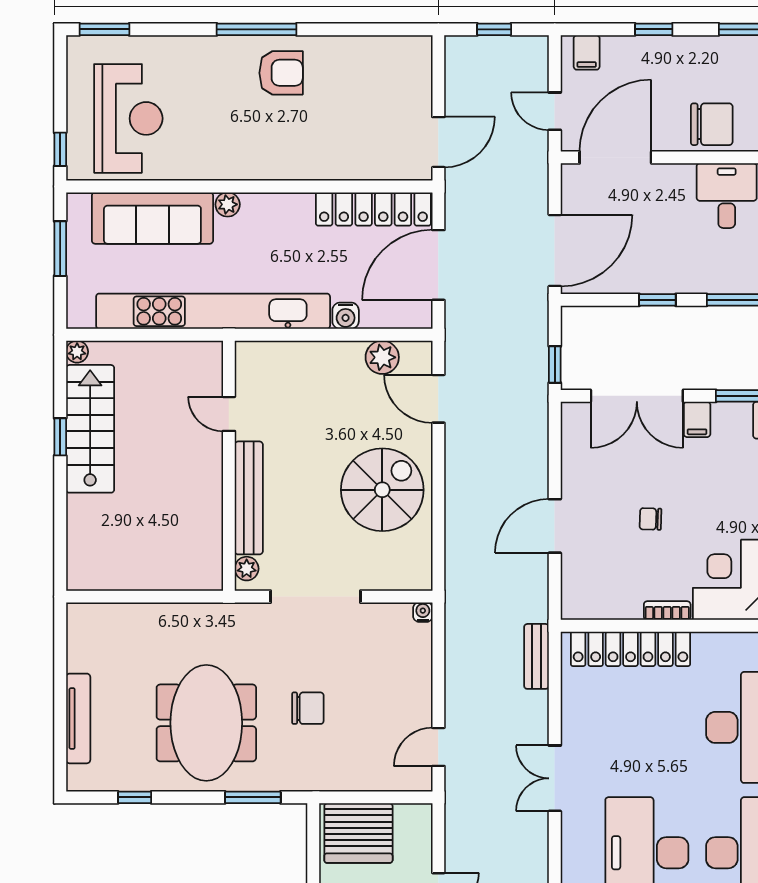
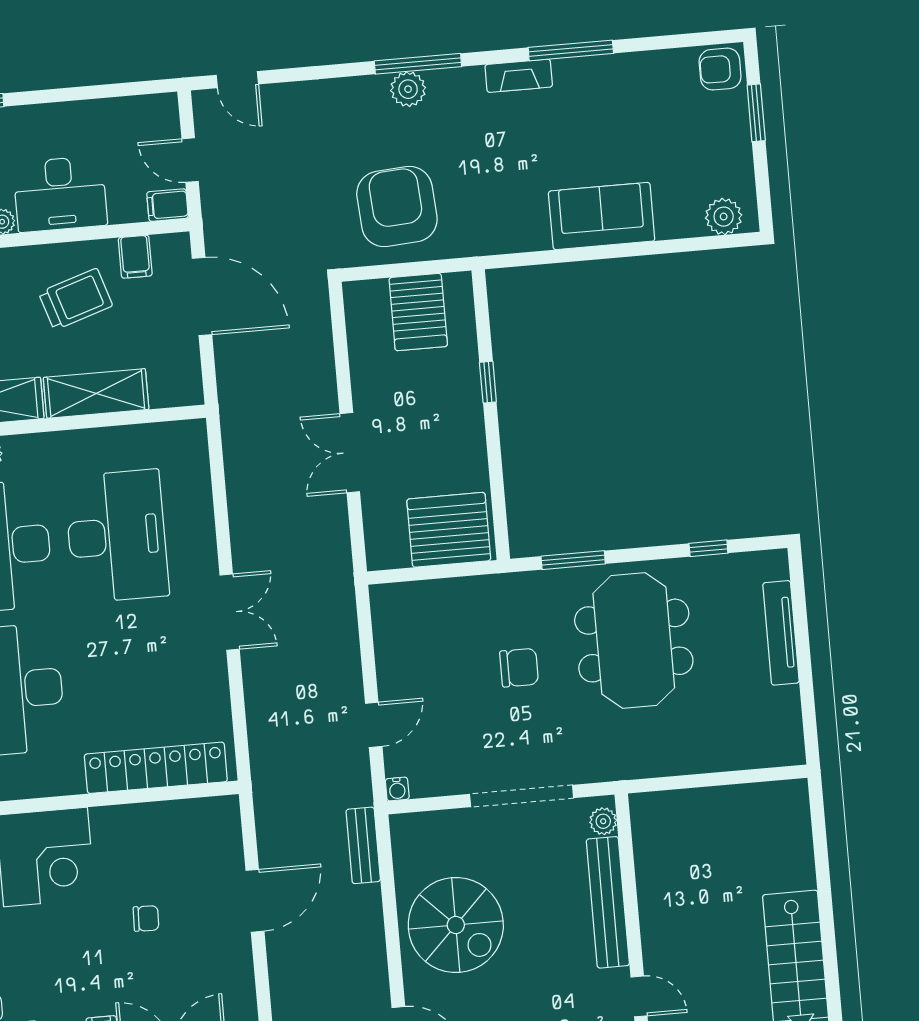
window: (60, 437) -> (830, 953), removed
spiral stairs: (382, 490) -> (456, 925), turned -90
bookcase: (667, 611) -> (118, 815), removed
bench: (536, 656) -> (363, 845), moved
chair: (308, 708) -> (519, 668), turned 180
door: (438, 747) -> (374, 725), moved

